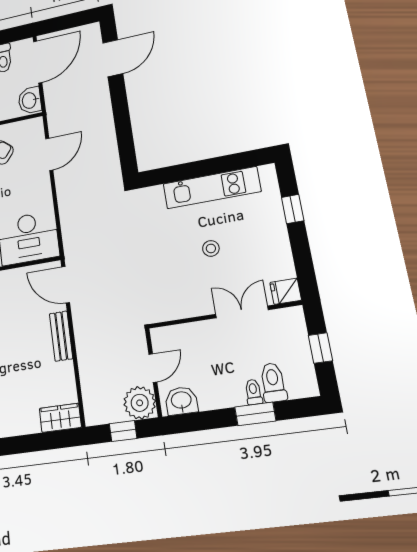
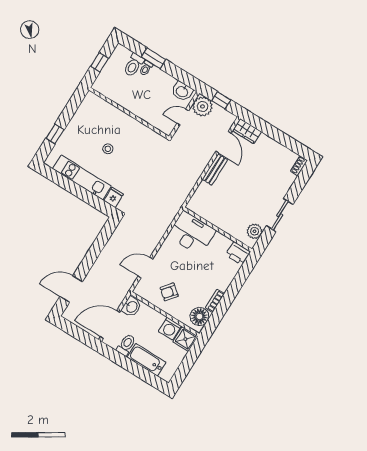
door: (66, 285) -> (223, 142), moved
fridge: (286, 291) -> (114, 197), moved, turned -90
double door: (242, 312) -> (120, 107), removed

